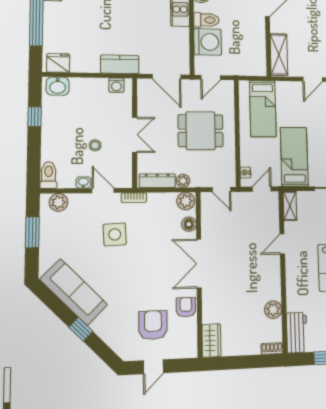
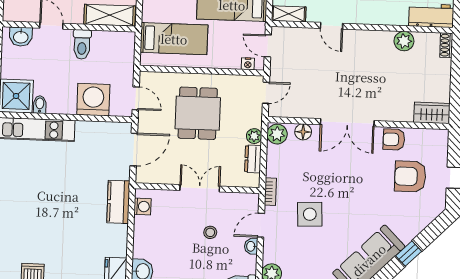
toilet: (206, 20) -> (82, 44), moved, turned 180
dresser: (157, 181) -> (253, 159), width x0.70

